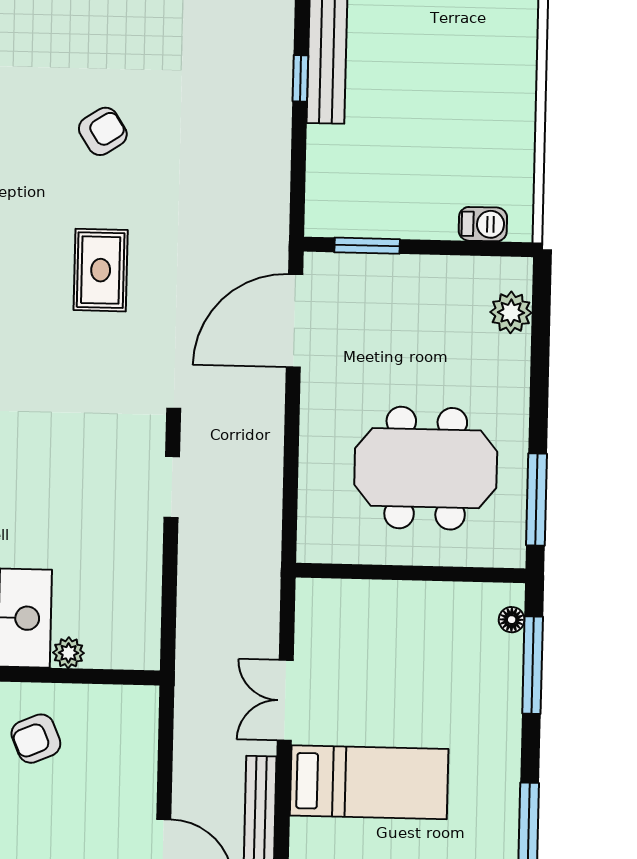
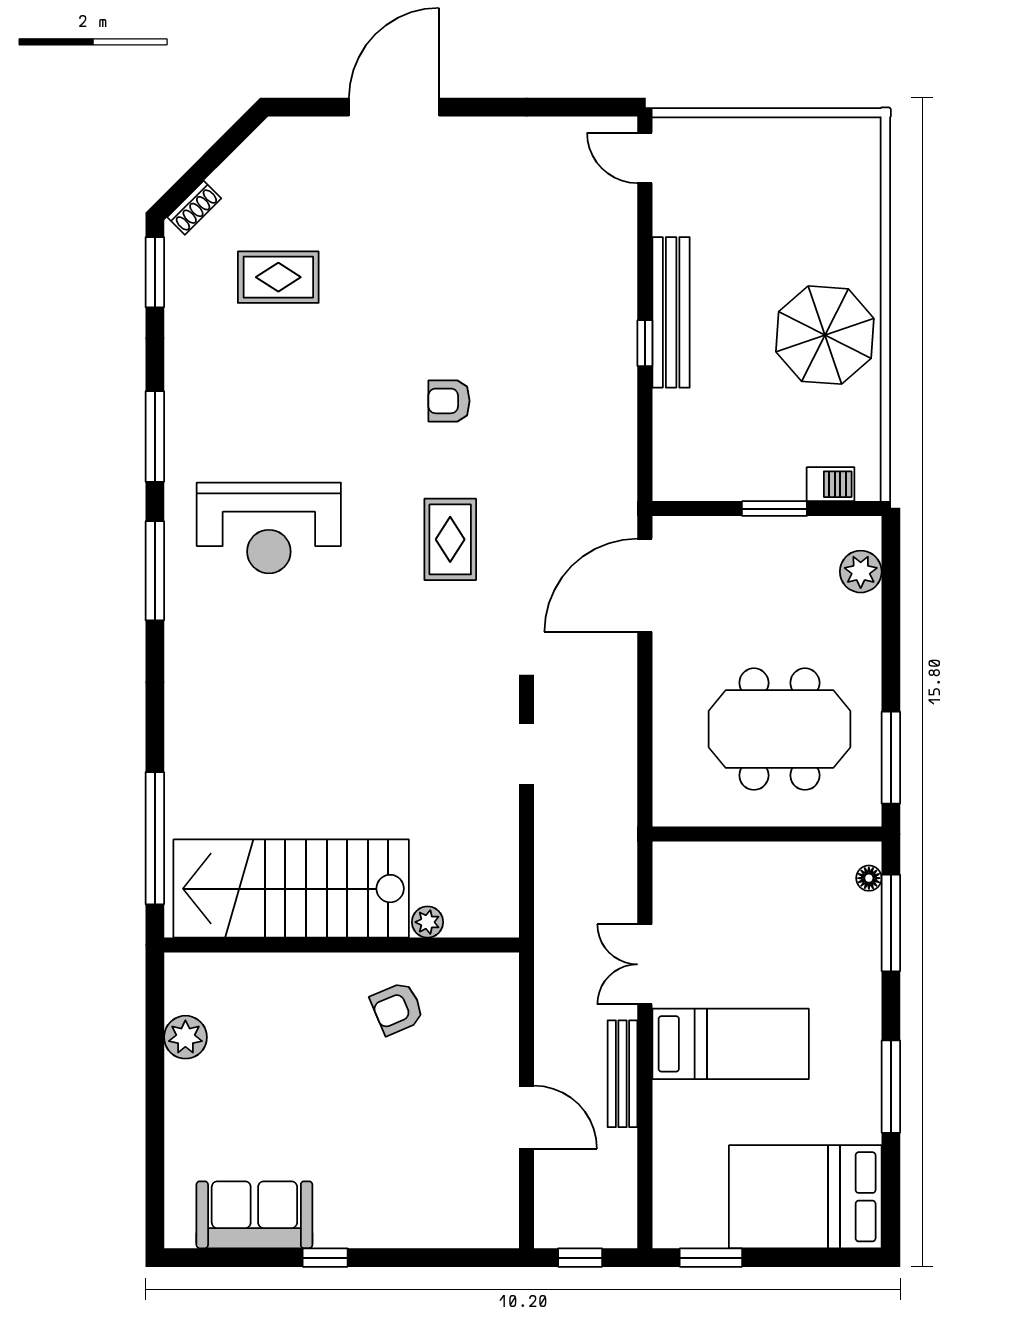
parasol: (481, 75) -> (825, 335), added
armchair: (103, 131) -> (449, 401), turned -147
window: (367, 246) -> (774, 509), moved

